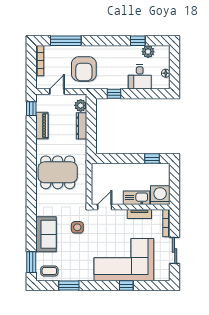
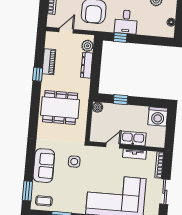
desk: (140, 77) -> (126, 22), moved
window: (31, 109) -> (38, 74), moved
window: (152, 159) -> (120, 100), moved
boiler: (97, 168) -> (98, 107), added
washing machine: (160, 195) -> (158, 117), moved, turned 180
door: (105, 207) -> (113, 146), moved

